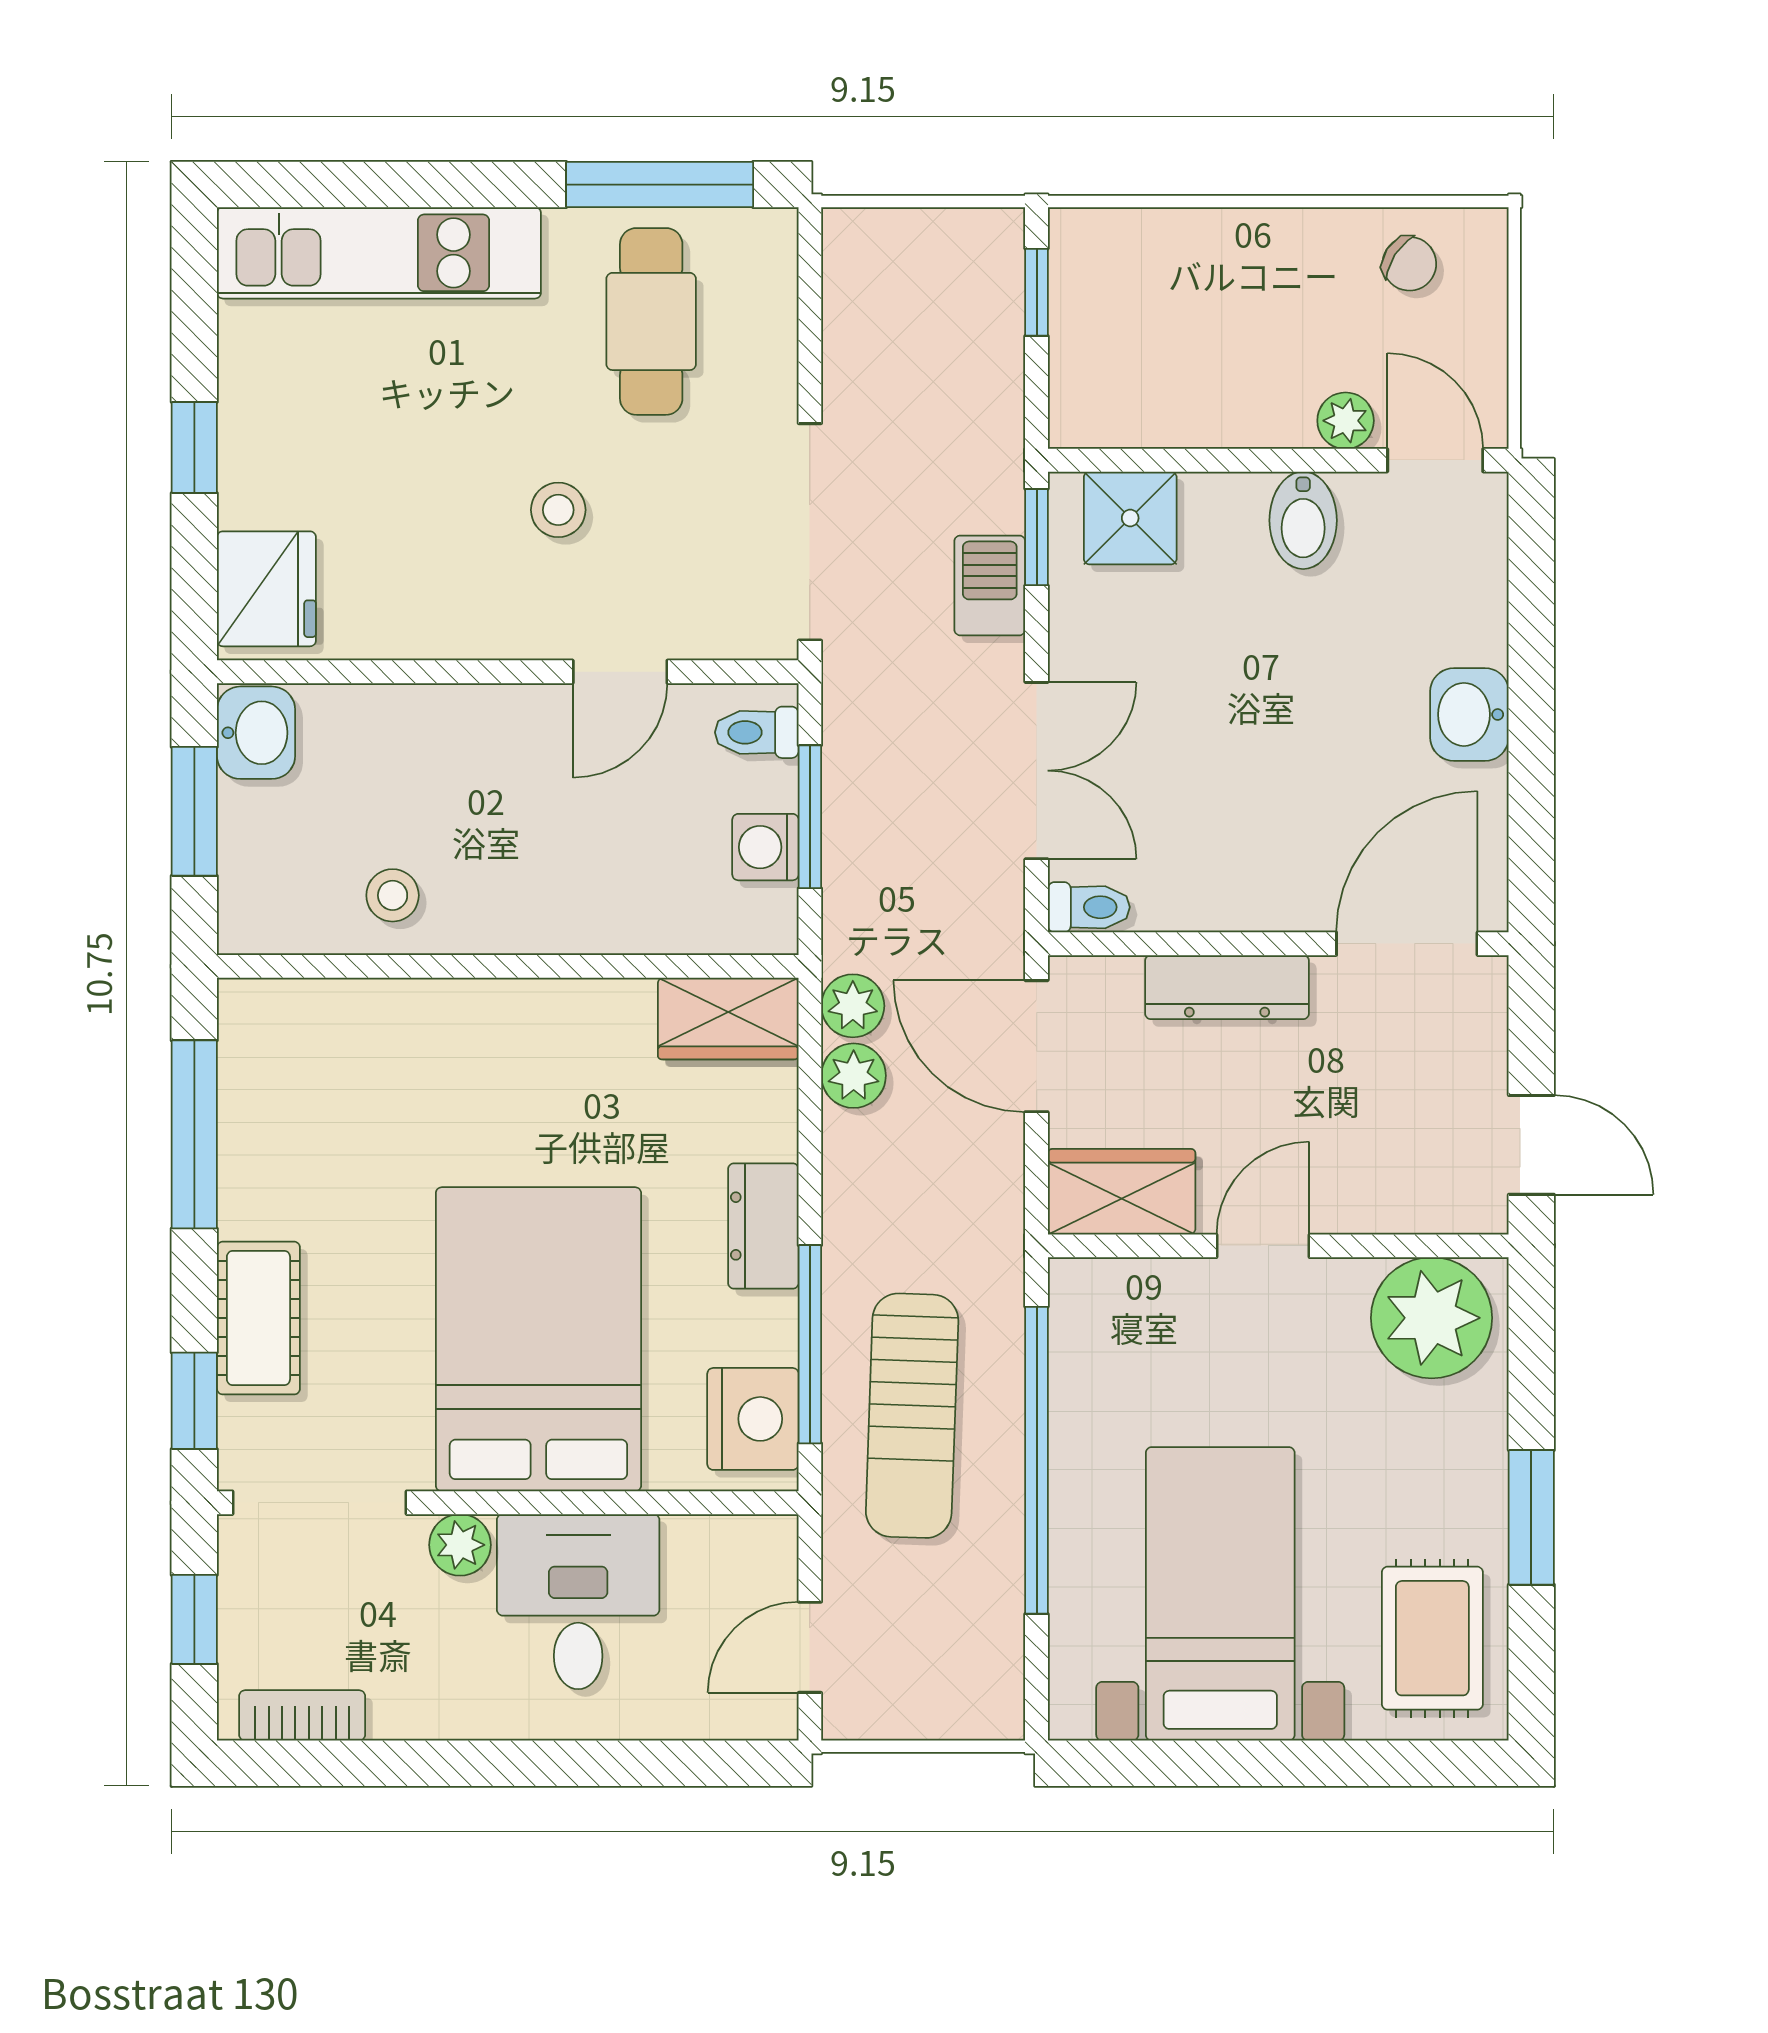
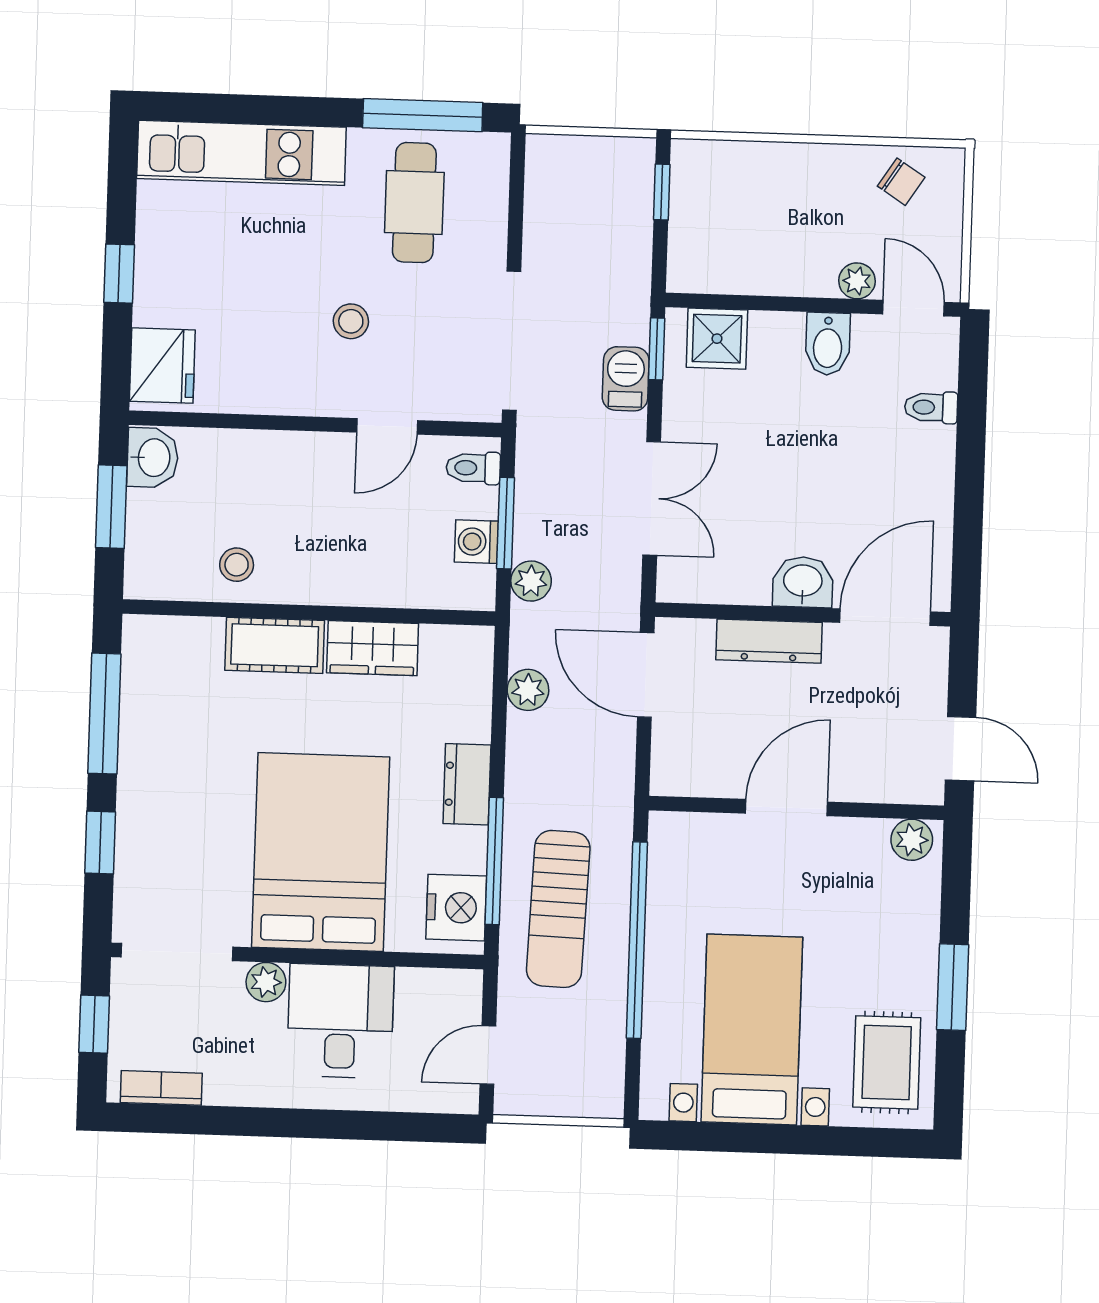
washbasin: (1469, 714) -> (803, 582), moved, turned 90
toilet: (1089, 907) -> (931, 407), moved, turned 180
plant: (853, 1006) -> (531, 581), moved
wardrobe: (728, 1019) -> (373, 648), moved
wardrobe: (1122, 1192) -> (697, 770), removed
door: (1263, 1246) -> (787, 808), width x1.38
cot: (258, 1318) -> (275, 645), moved, turned 90
plant: (1432, 1318) -> (912, 840), width x0.53, depth x0.53
window: (194, 1401) -> (100, 842), moved

